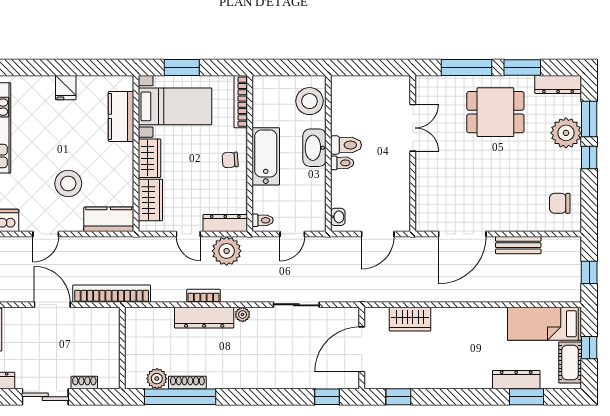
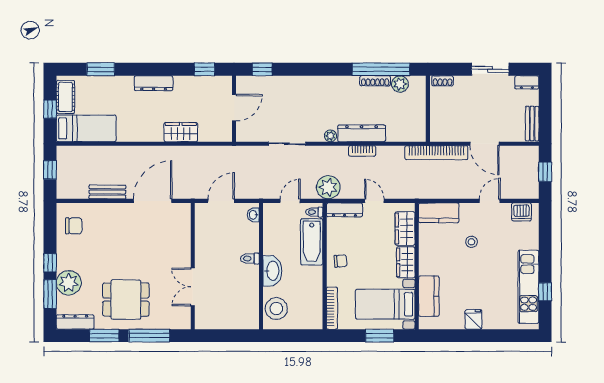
toilet: (346, 145) -> (247, 273), removed
bathtub: (266, 156) -> (312, 242), moved
stool: (68, 184) -> (471, 242), width x0.53, depth x0.53
plant: (227, 251) -> (328, 187), moved
wardrobe: (410, 319) -> (181, 132), moved
door: (362, 349) -> (234, 108), width x0.73
dresser: (516, 380) -> (154, 83), moved
shoe rack: (84, 382) -> (442, 81), moved

